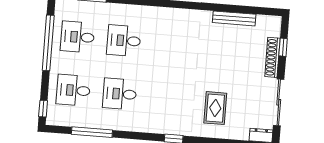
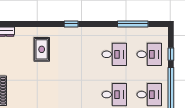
window: (43, 109) -> (171, 54), moved

